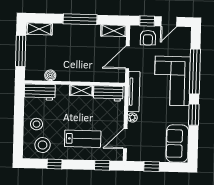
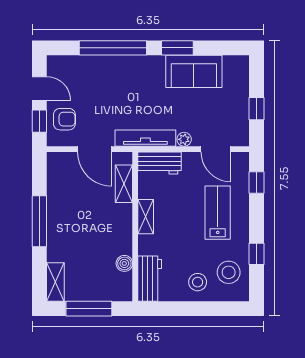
shelving: (114, 31) -> (124, 184), moved
corner sofa: (172, 81) -> (128, 81), removed
workbench: (108, 93) -> (160, 163), moved, turned 90
sofa: (177, 144) -> (194, 71), moved

